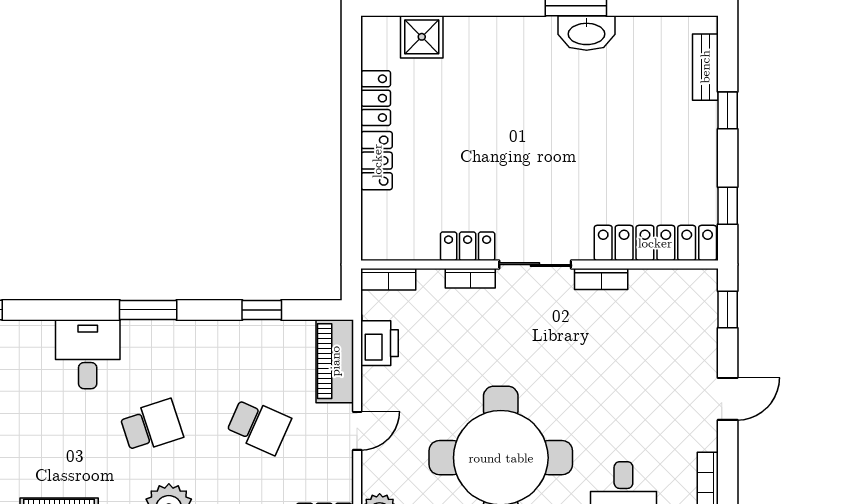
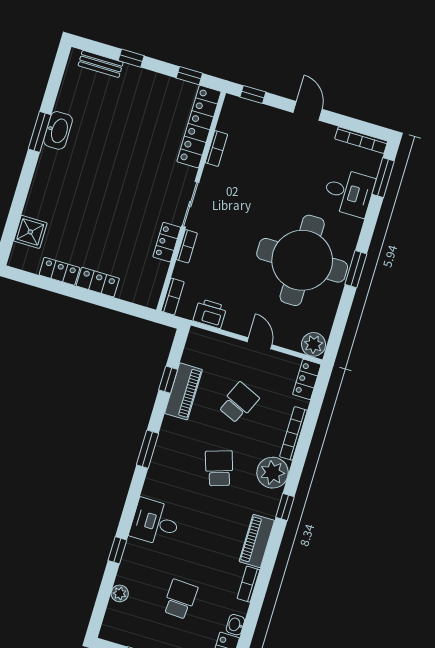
bookcase: (601, 279) -> (216, 149), moved
desk: (88, 354) -> (155, 522), moved
piano: (335, 361) -> (183, 391), moved, turned -90

